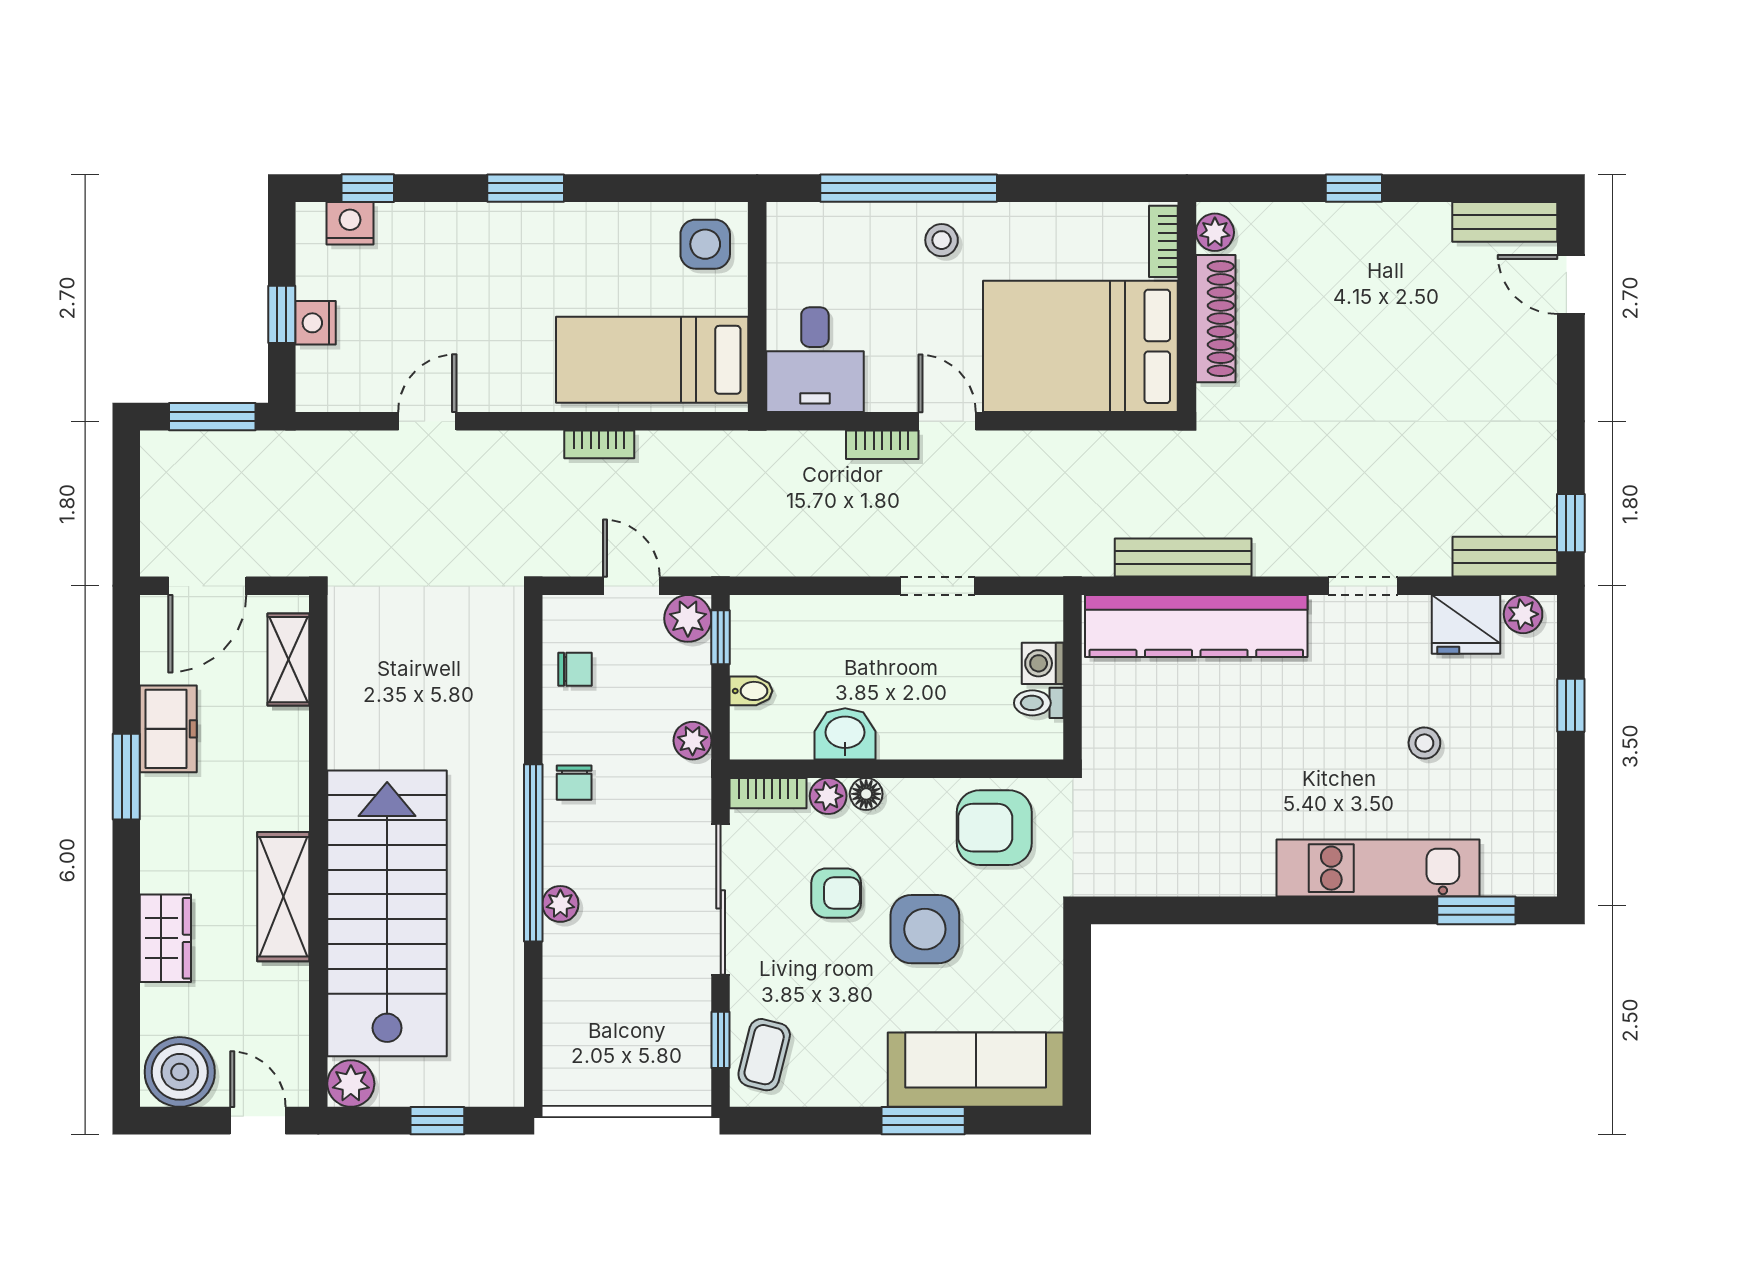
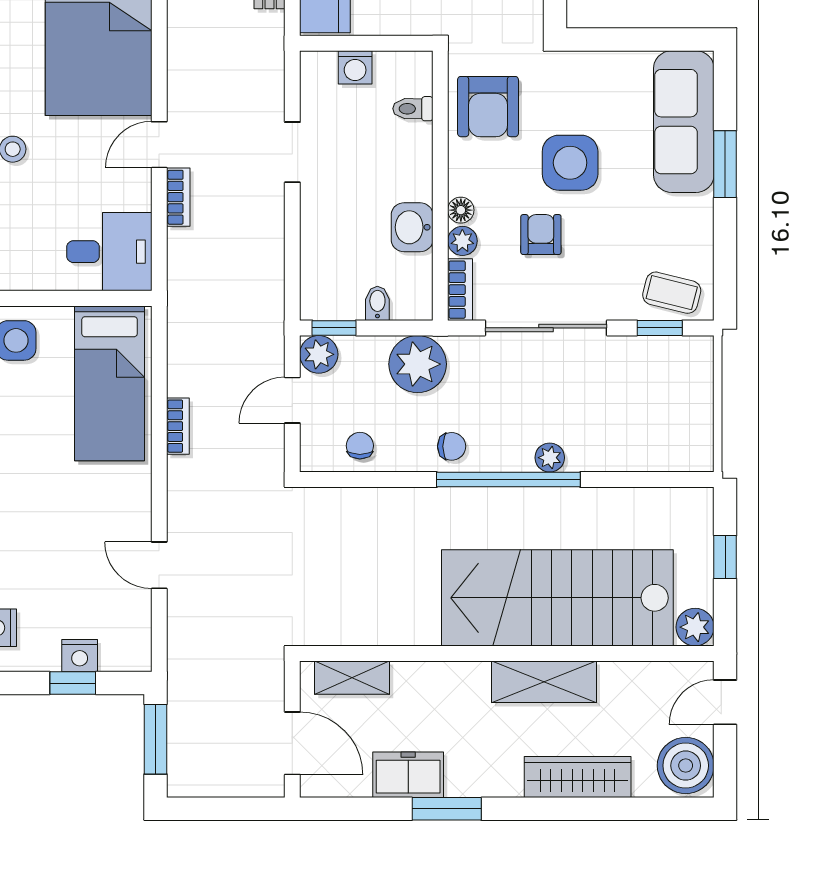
toilet: (1039, 703) -> (413, 109), moved, turned 90
plant: (693, 741) -> (418, 364), width x1.88, depth x1.88
wardrobe: (165, 938) -> (578, 777), width x1.50

